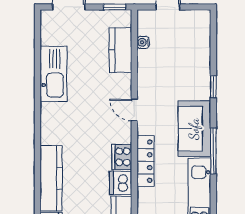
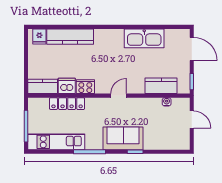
sofa: (194, 129) -> (123, 138), moved
locker: (146, 161) -> (67, 104), moved

